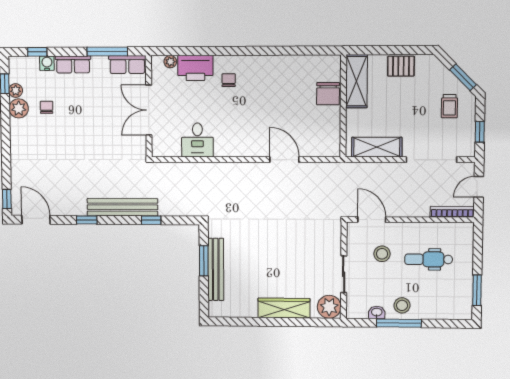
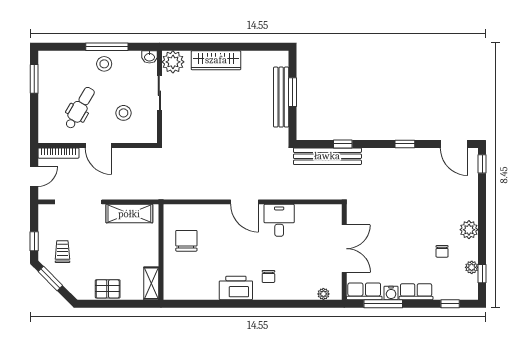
water cooler: (47, 63) -> (391, 293), moved
printer: (195, 68) -> (236, 288), moved
shelving: (357, 81) -> (151, 283), width x0.67, depth x0.75
chair: (328, 94) -> (186, 241), moved
plant: (19, 108) -> (469, 230), moved
window: (480, 132) -> (34, 241), moved
desk: (197, 140) -> (279, 220), moved
door: (284, 160) -> (245, 202), moved
bench: (122, 207) -> (327, 156), moved
door: (372, 219) -> (98, 145), moved
dental chair: (429, 259) -> (80, 108), turned -60
window: (204, 261) -> (293, 92), moved
washbasin: (377, 312) -> (149, 57), moved

